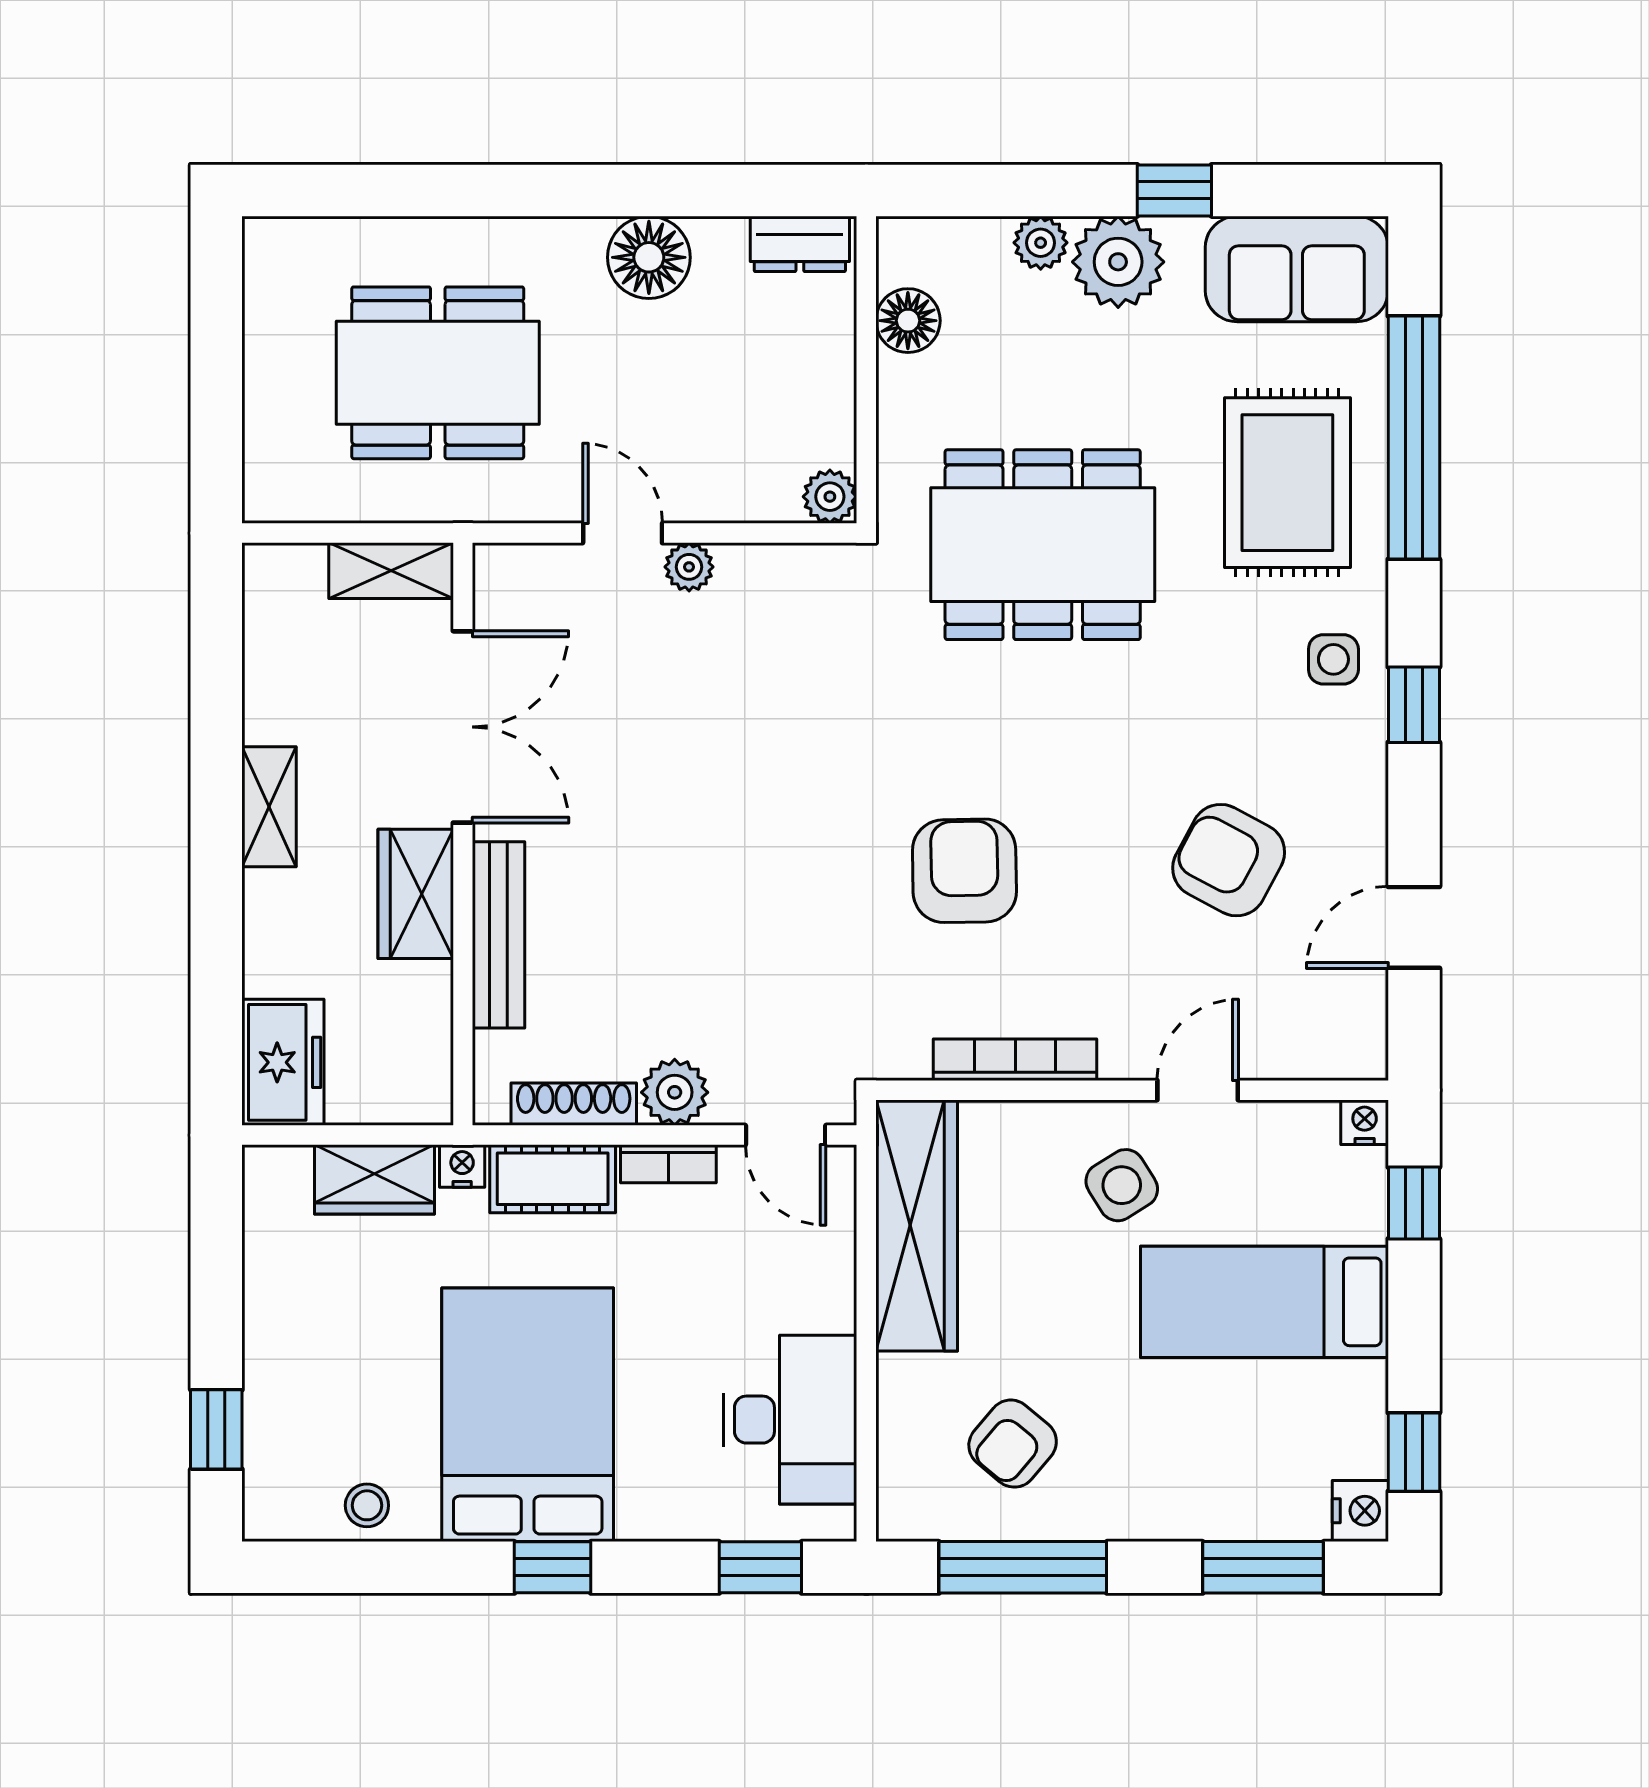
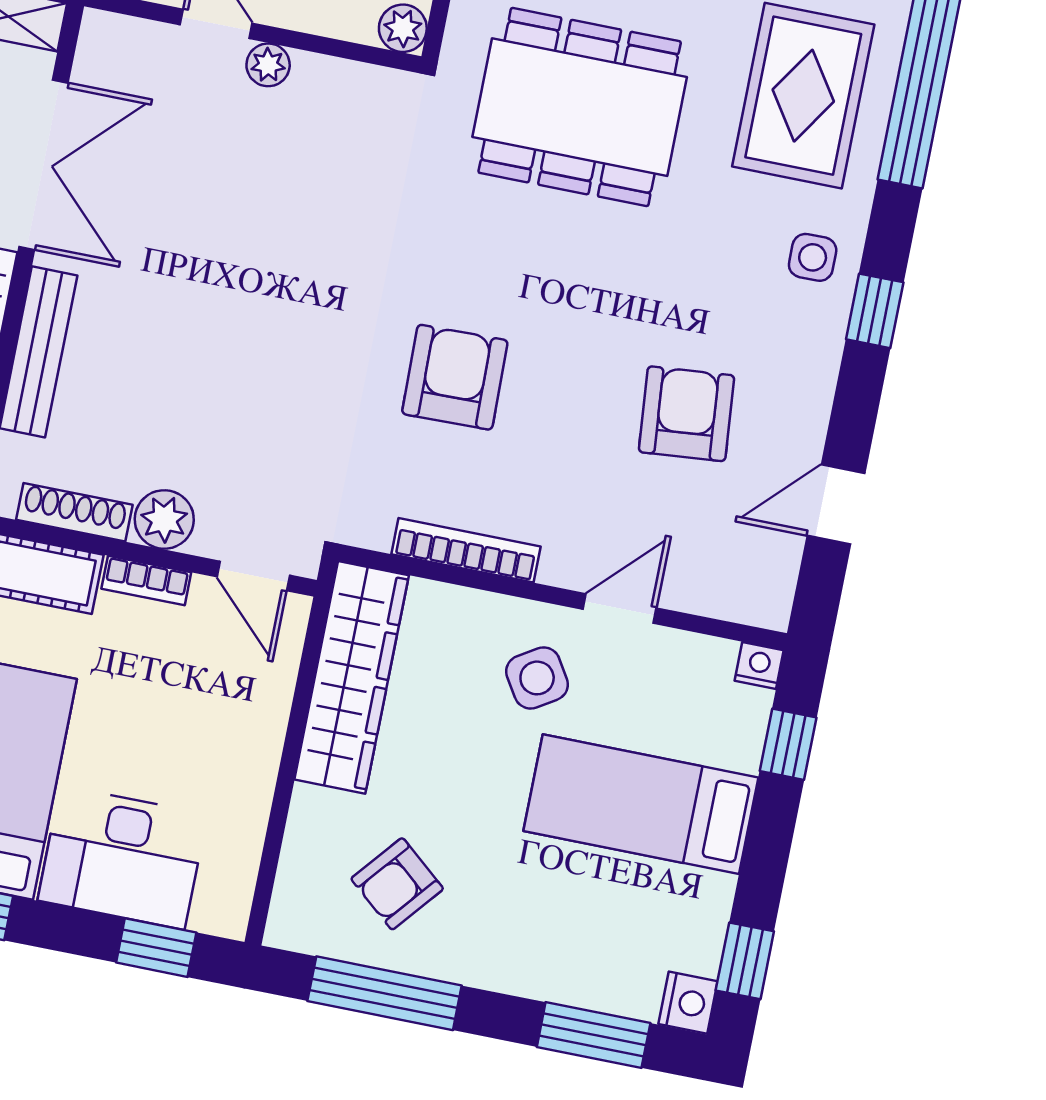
armchair: (1229, 860) -> (687, 414), turned 57
desk: (790, 1420) -> (122, 858), moved, turned 90

